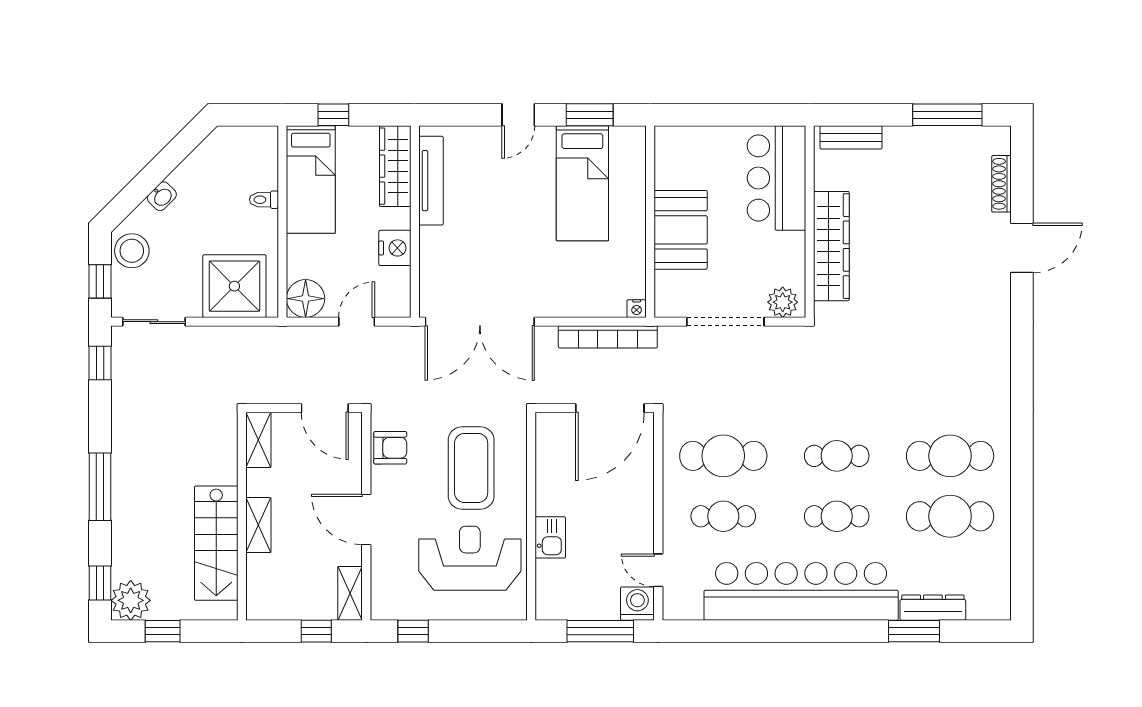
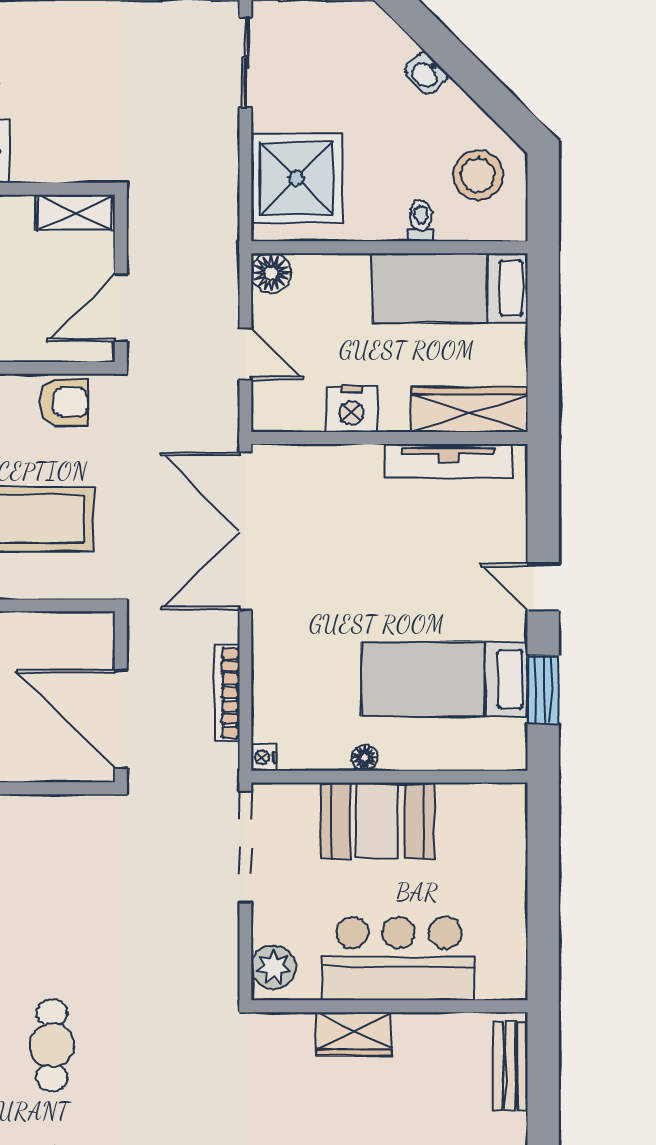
window: (333, 115) -> (543, 321), removed
bar counter: (776, 178) -> (399, 959), moved
floor lamp: (637, 239) -> (365, 758), added
wardrobe: (831, 246) -> (354, 1034), width x0.48, depth x0.85
stool: (132, 251) -> (478, 175), moved
floor lamp: (306, 299) -> (271, 273), width x0.73, depth x0.73
doorway: (725, 322) -> (245, 847), moved
bookcase: (608, 337) -> (227, 693), width x0.68, depth x0.76
armchair: (390, 448) -> (64, 402), turned -90
cafe table: (723, 456) -> (52, 882), removed

